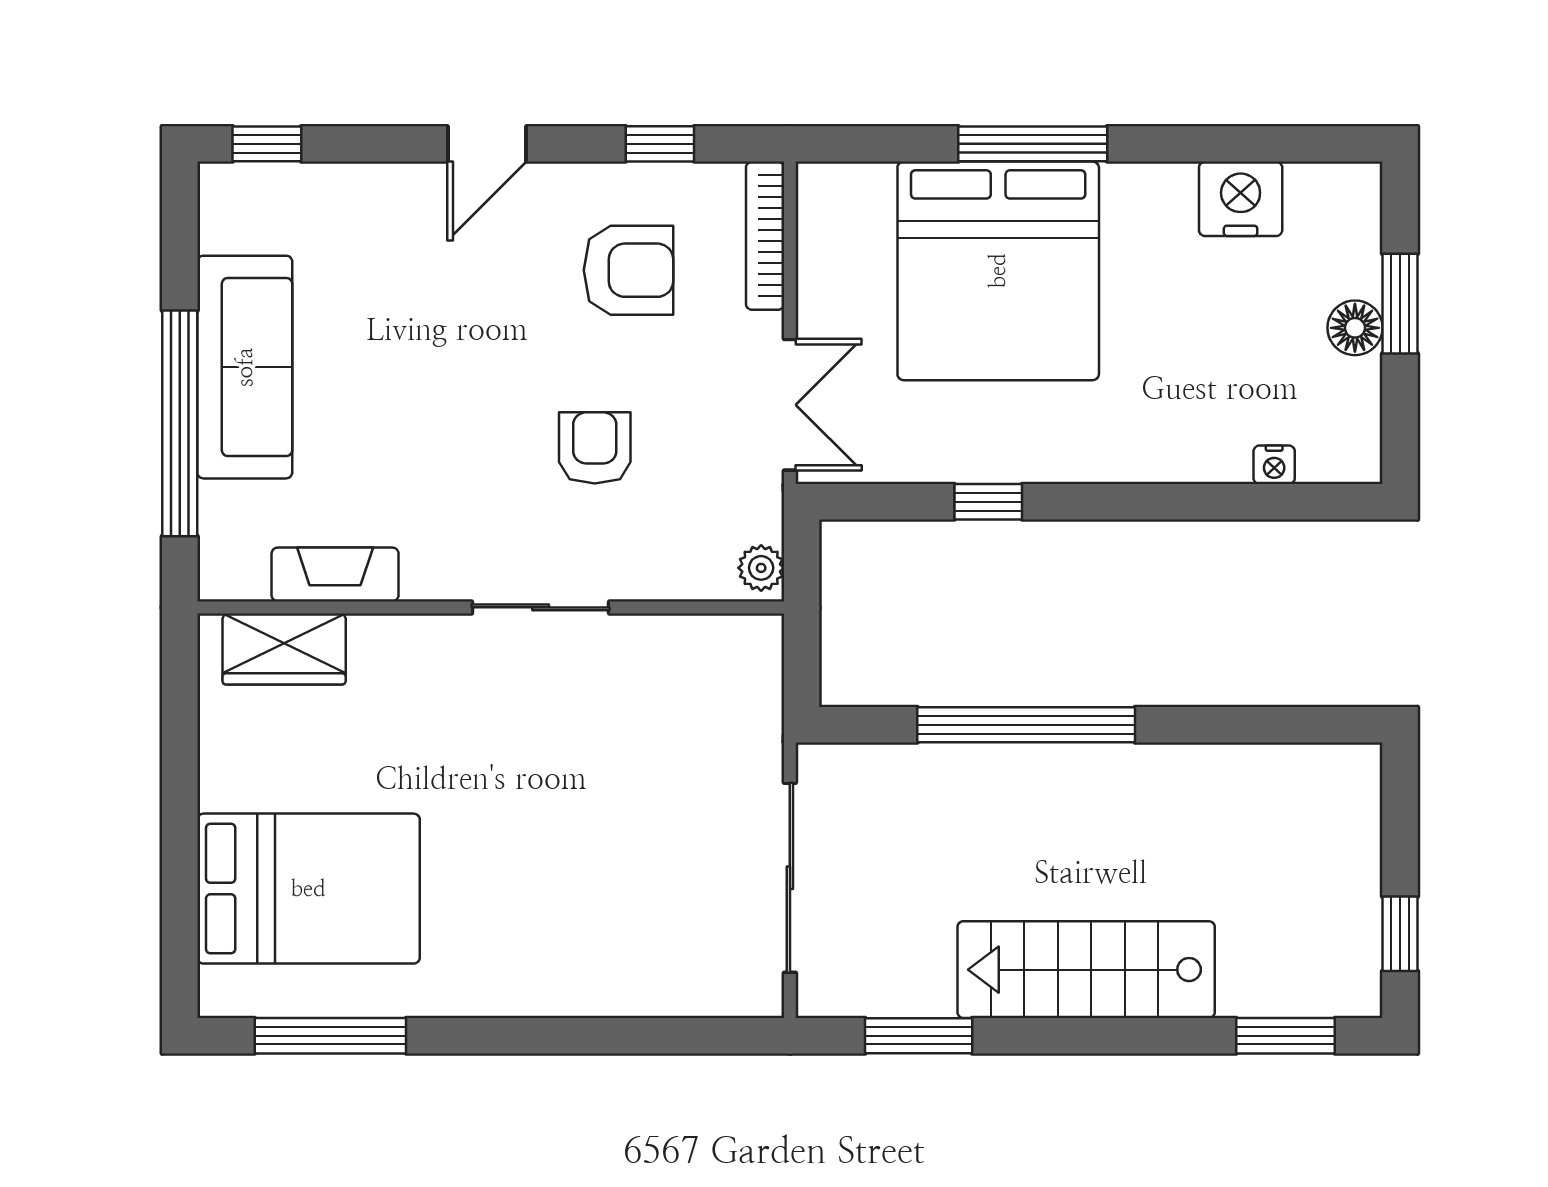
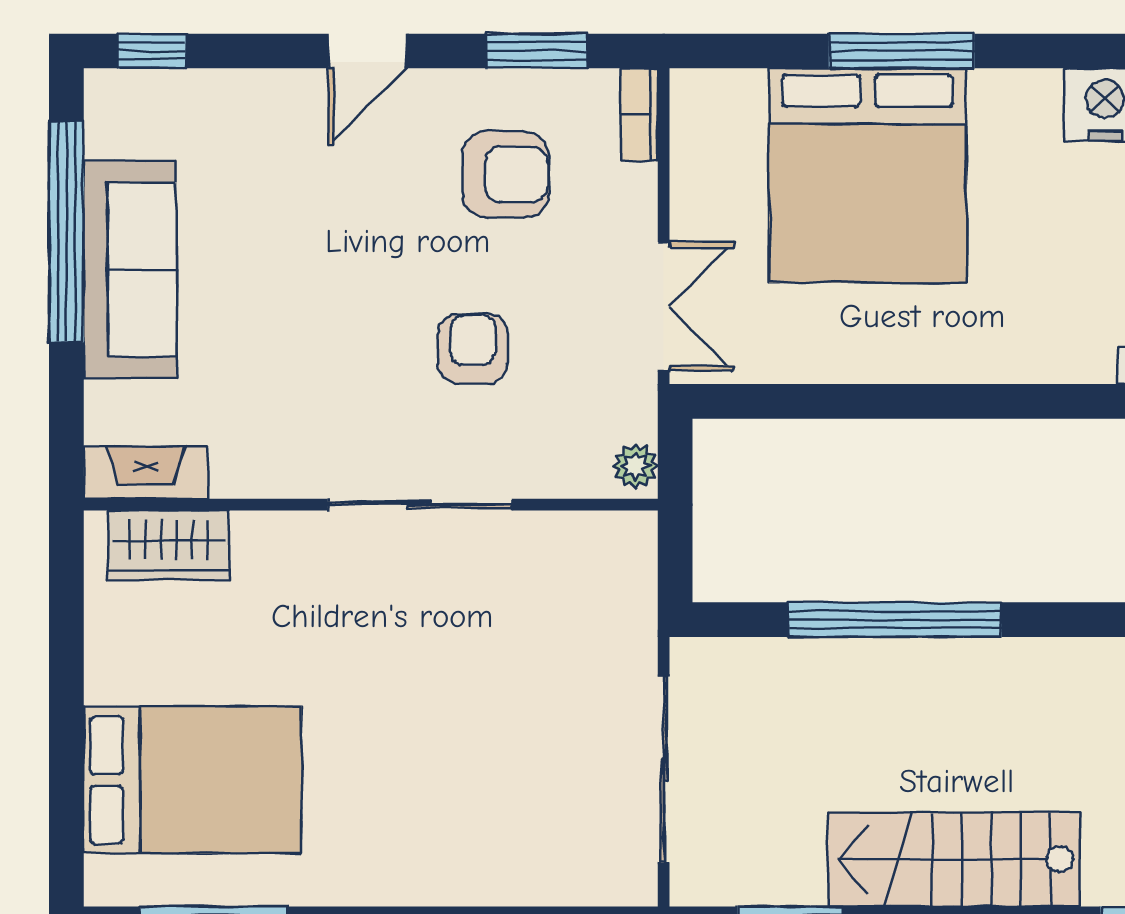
window: (660, 144) -> (536, 51), width x1.50
bookcase: (765, 236) -> (639, 115), width x0.64
window: (180, 423) -> (66, 232), moved
window: (988, 502) -> (858, 401), removed
fireplace: (335, 574) -> (146, 472), moved
sliding door: (541, 607) -> (420, 505), width x1.37

